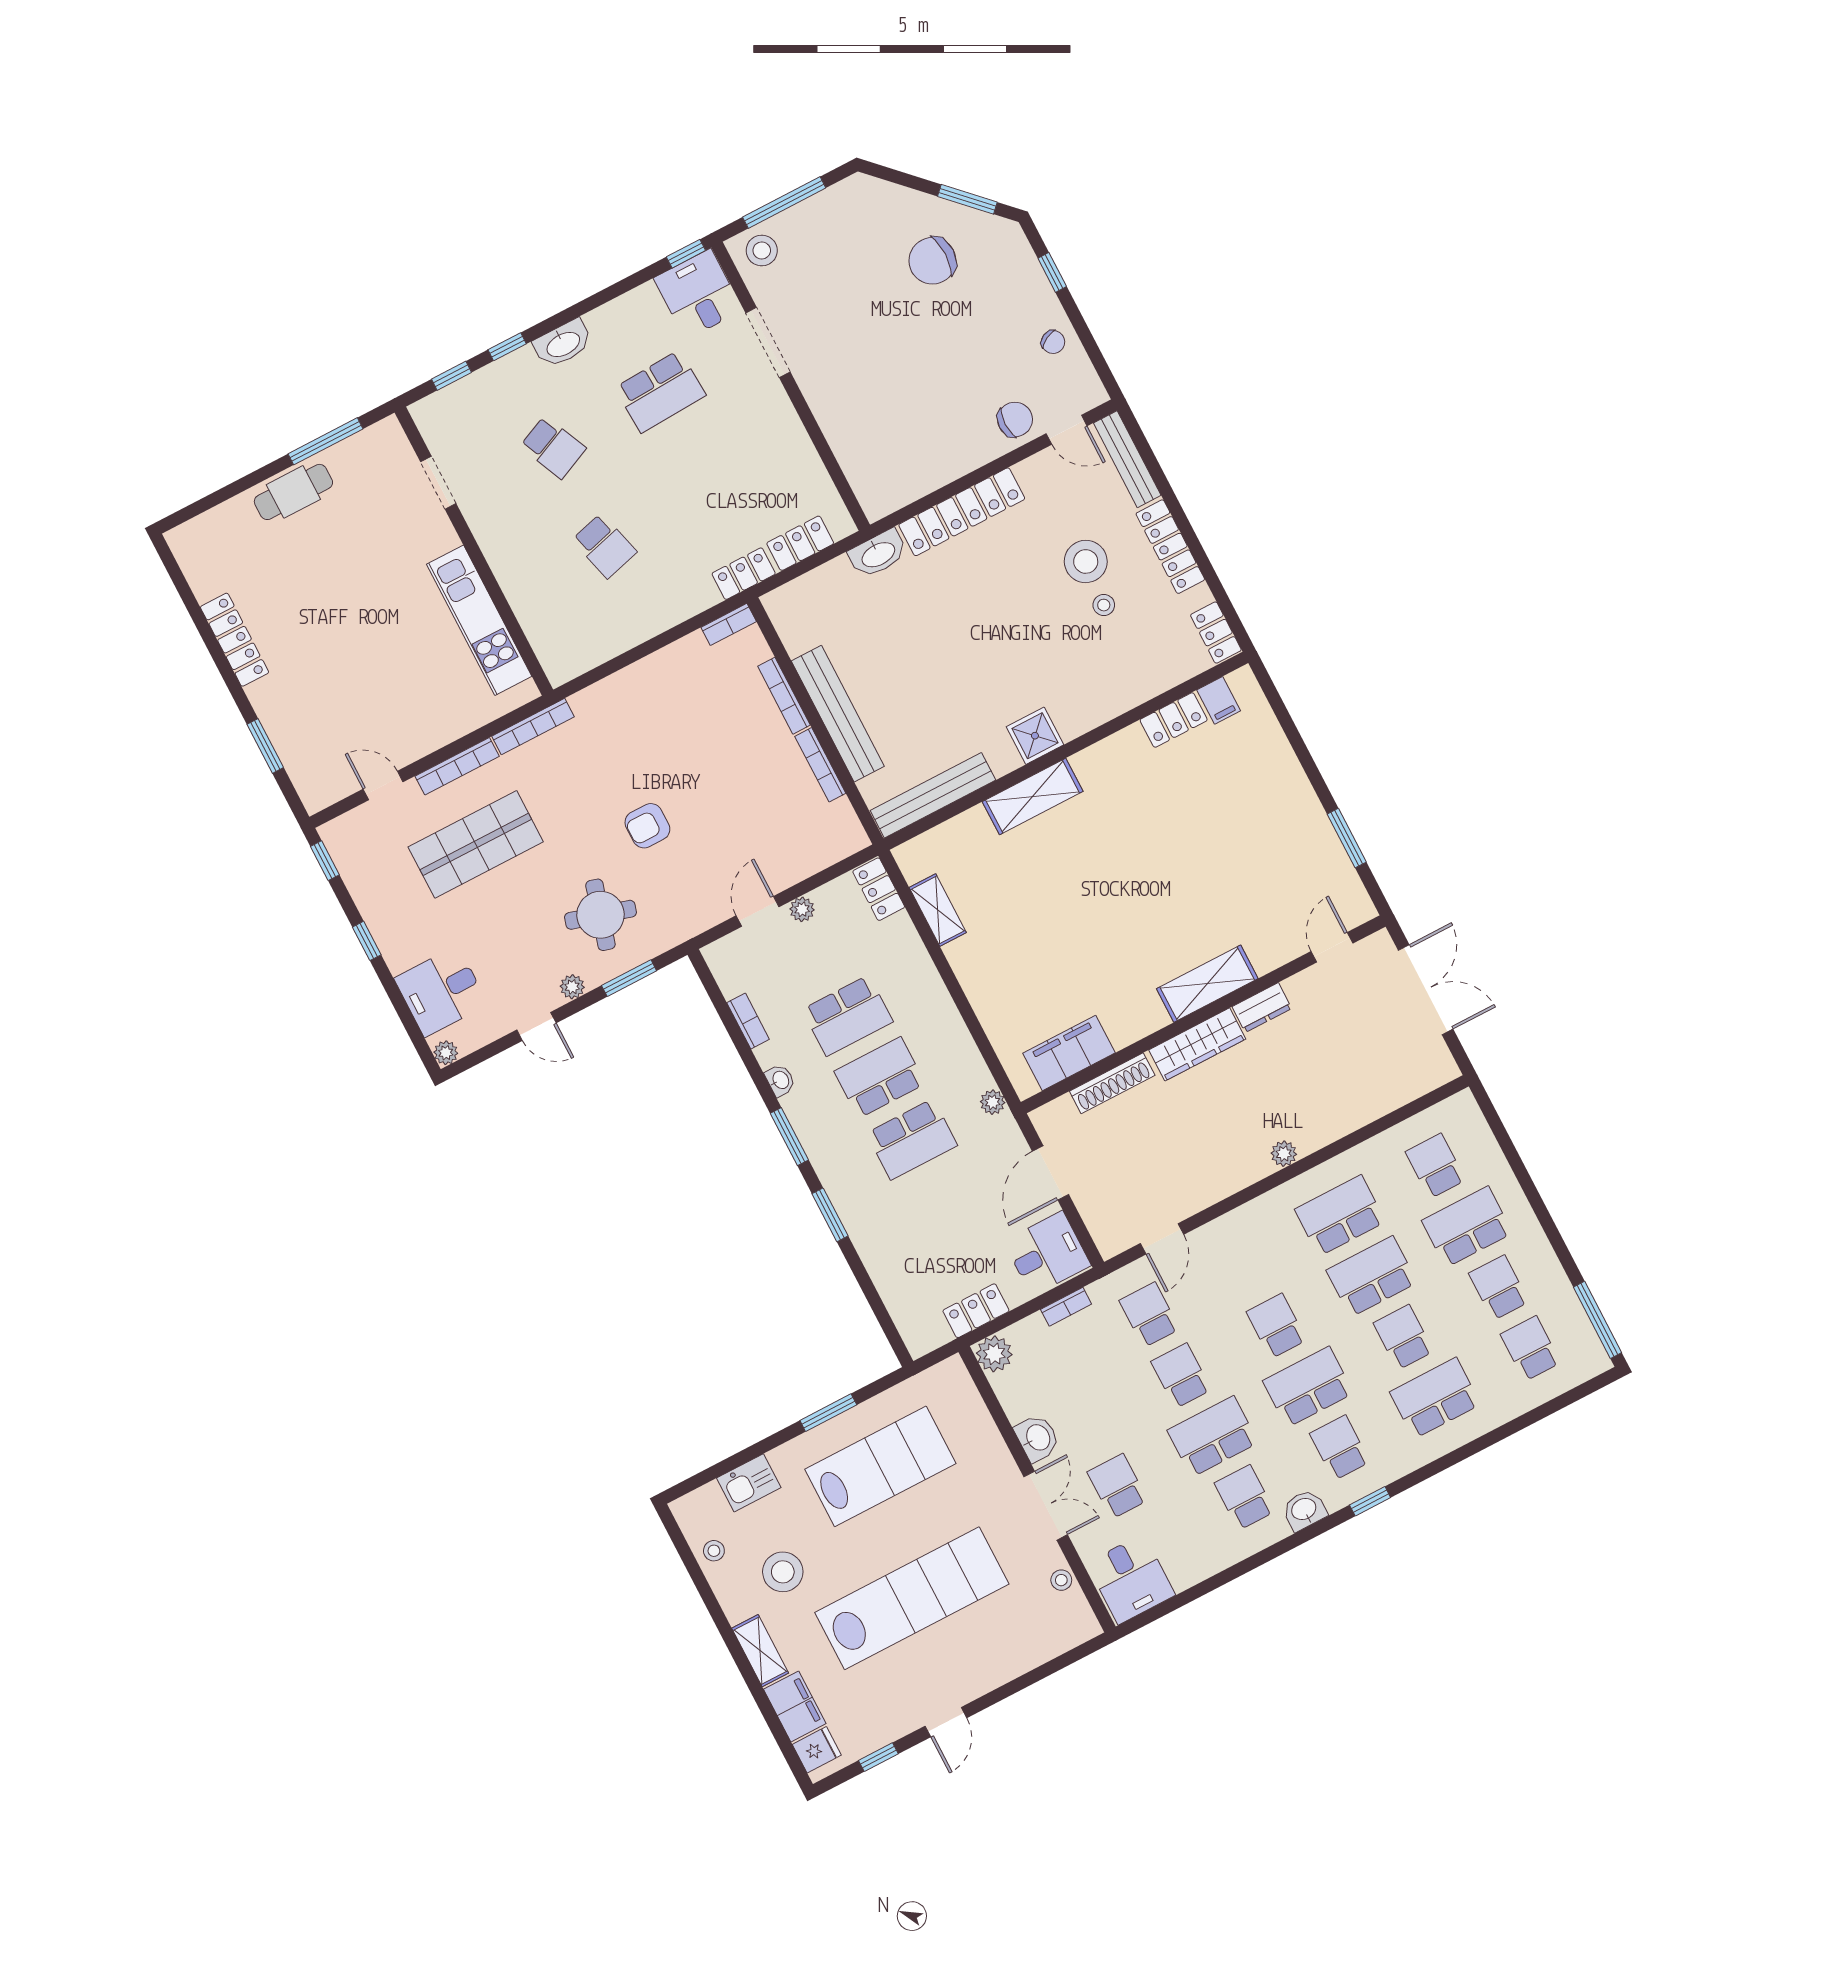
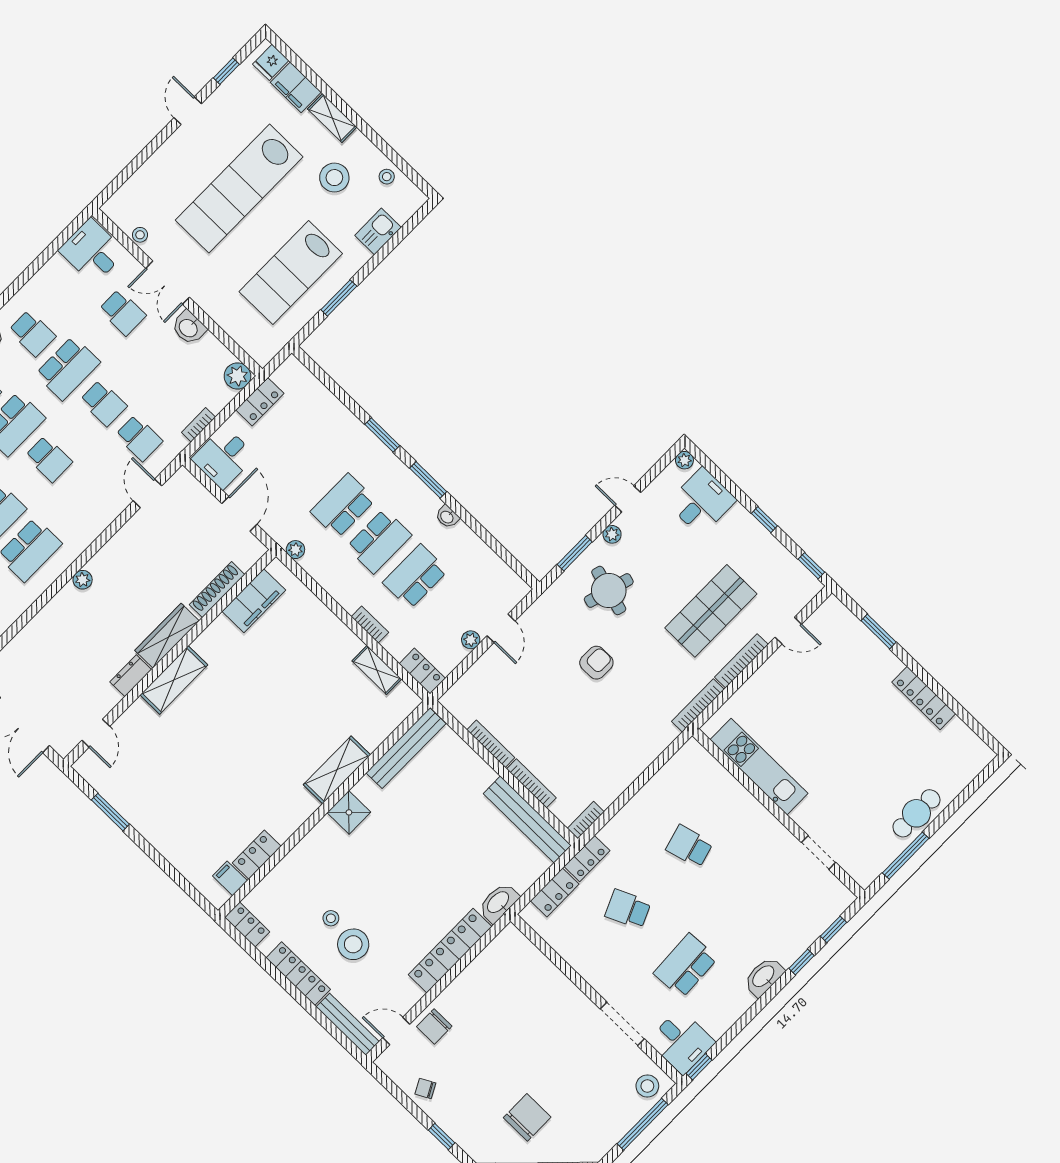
school desk: (553, 447) -> (628, 909), moved
bench: (838, 714) -> (527, 819), moved
bookcase: (748, 1021) -> (370, 625), moved, turned 180

